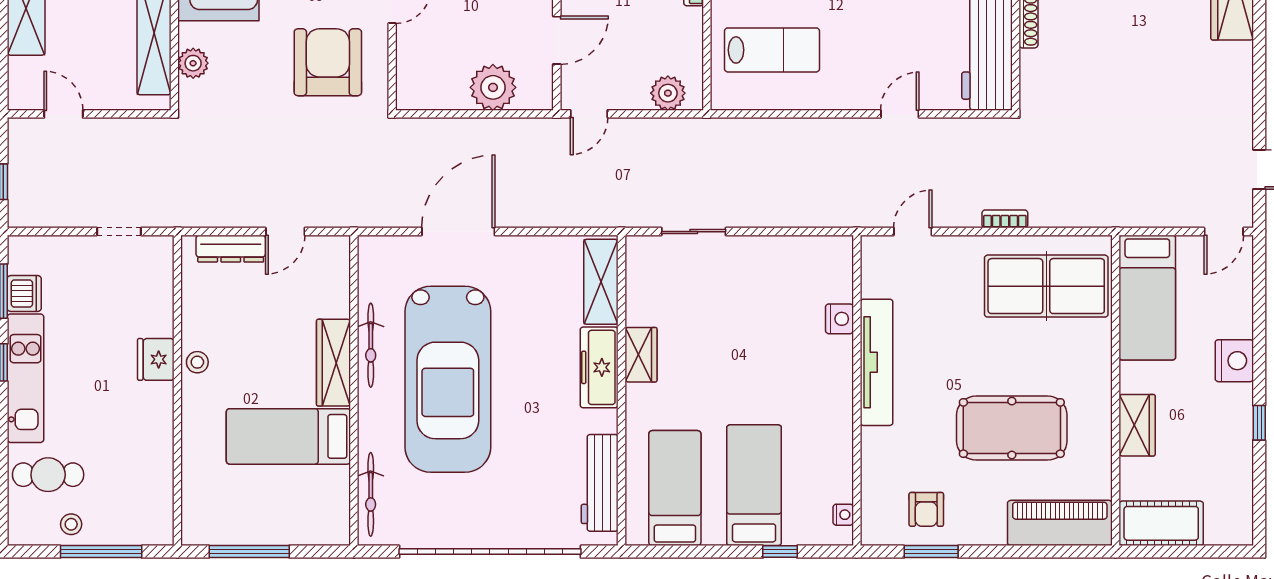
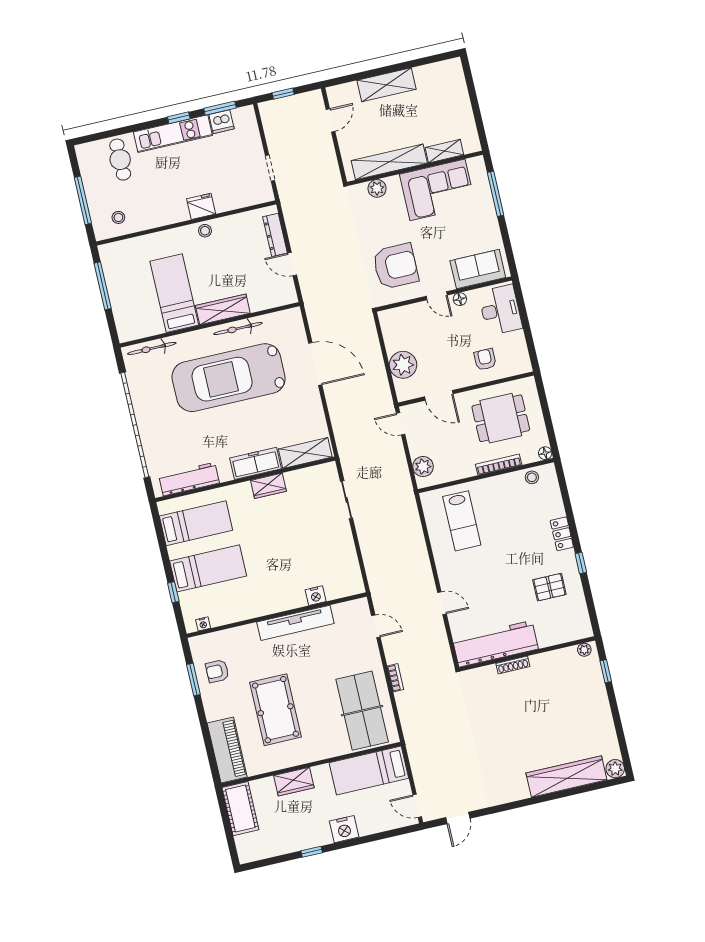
stool: (71, 524) -> (118, 217), moved

